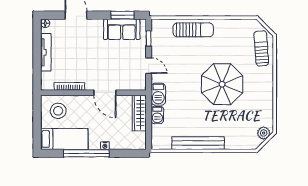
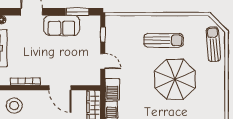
sofa: (122, 29) -> (62, 26), moved
sun lounger: (193, 30) -> (164, 40), moved

